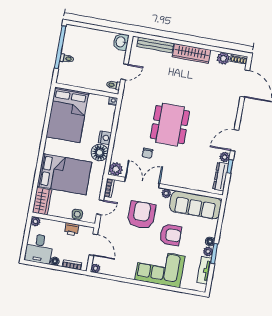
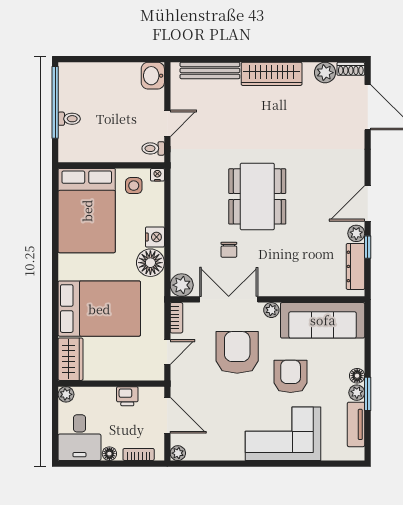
side table: (77, 214) -> (134, 186), moved
armchair: (170, 235) -> (291, 376), turned -90

